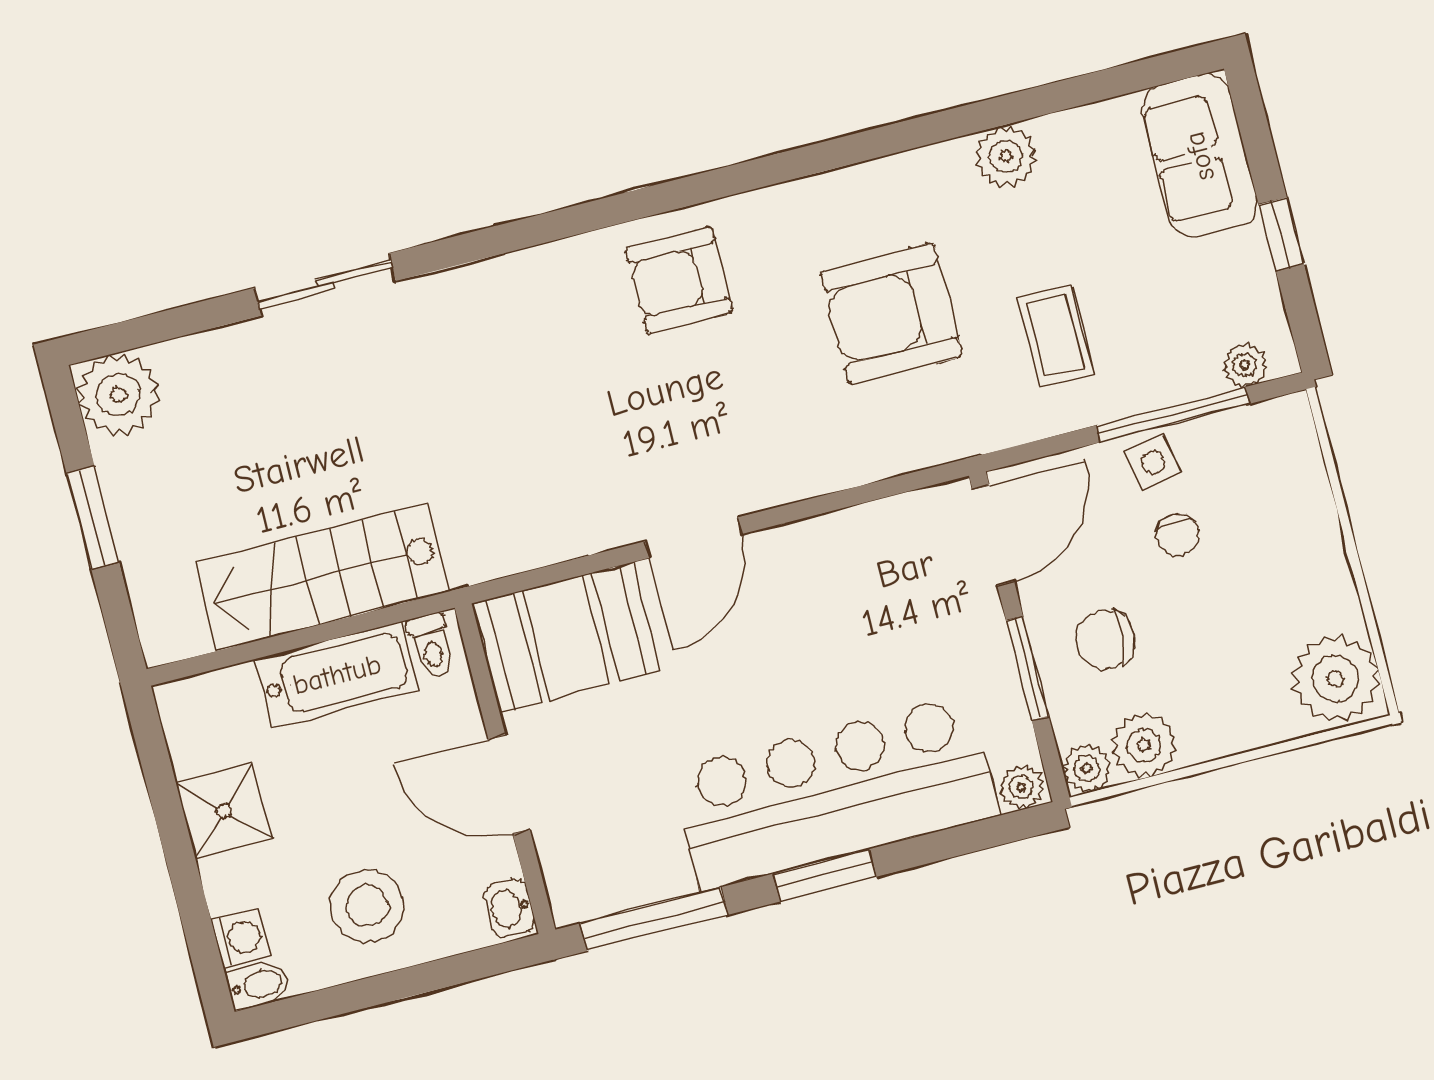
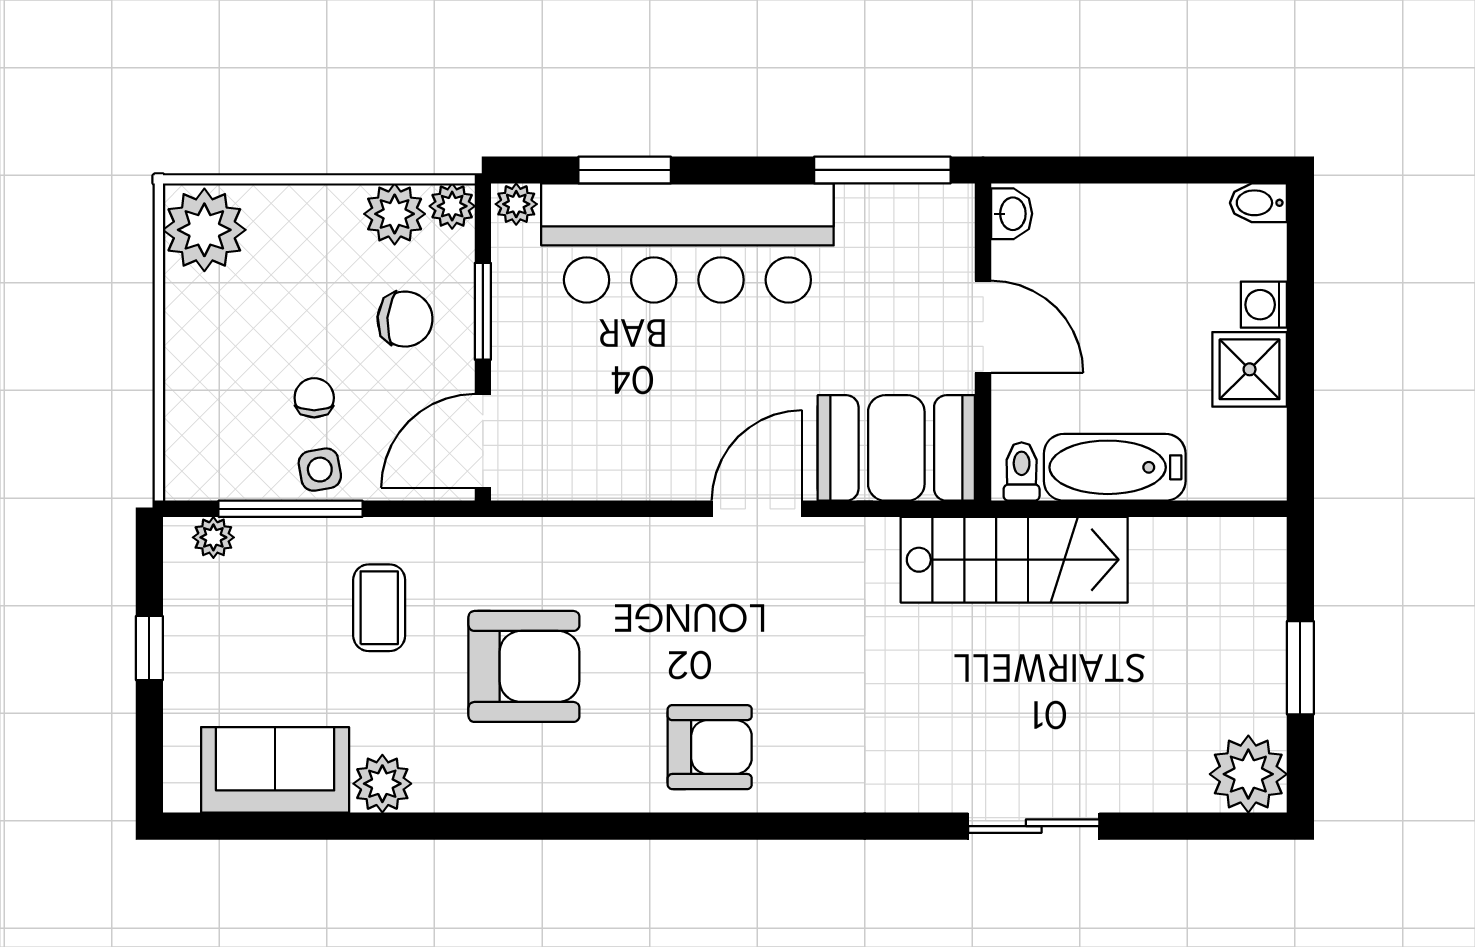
sofa: (1200, 156) -> (275, 770), moved, turned -90
stairs: (322, 577) -> (1014, 560), moved
window: (825, 875) -> (625, 170), moved
stool: (367, 906) -> (1141, 249), removed
washing machine: (241, 938) -> (1264, 305), moved

